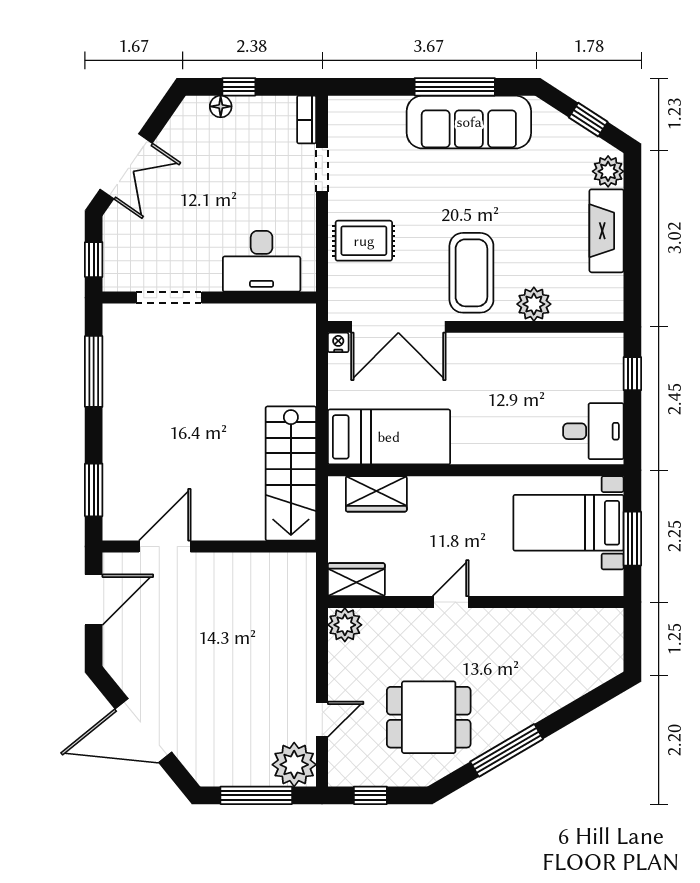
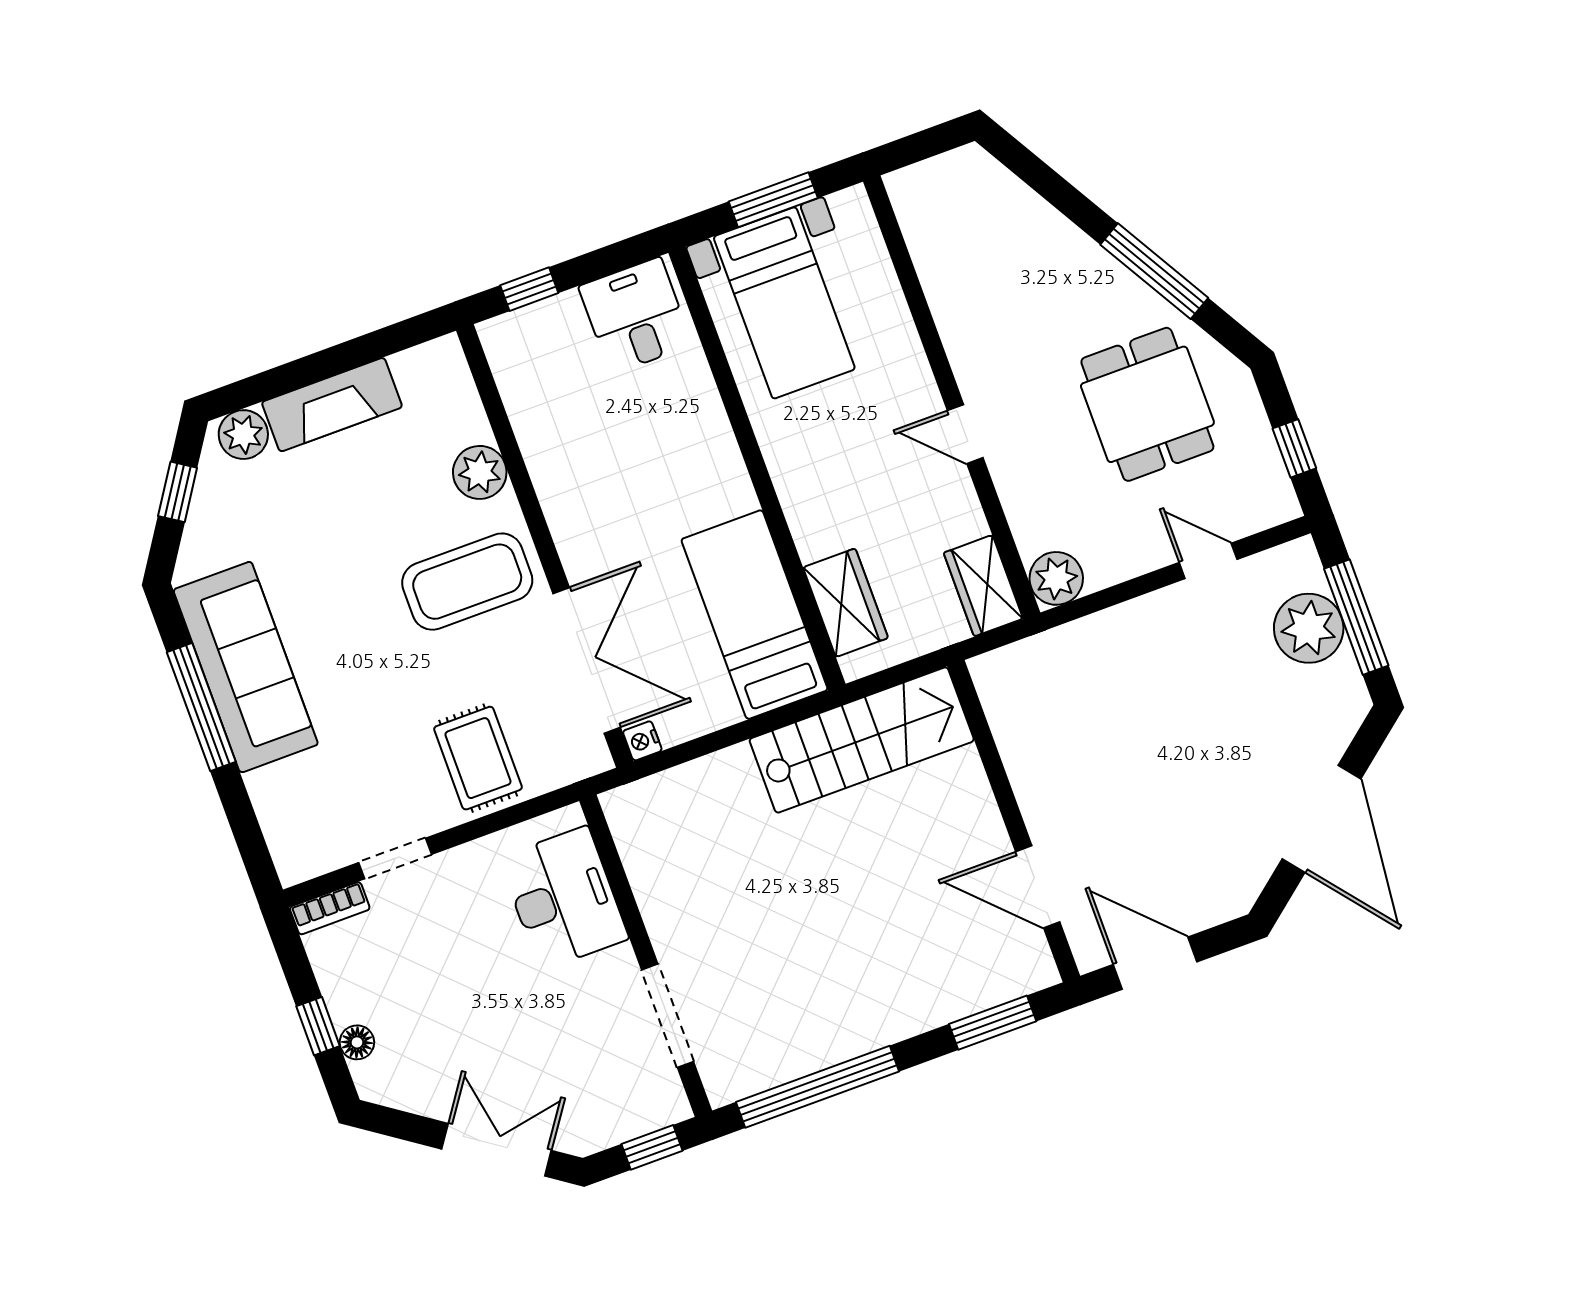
window: (94, 371) -> (817, 1087), width x1.46
plant: (294, 765) -> (1309, 628), moved

